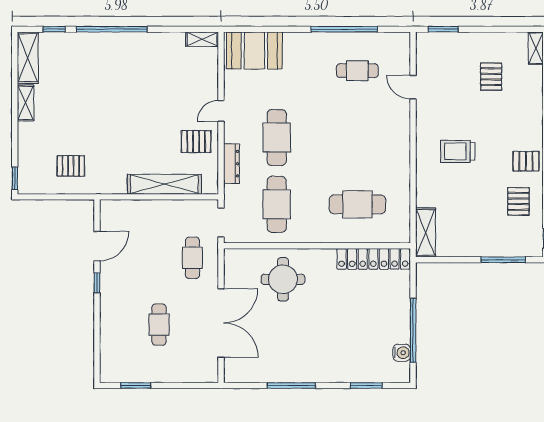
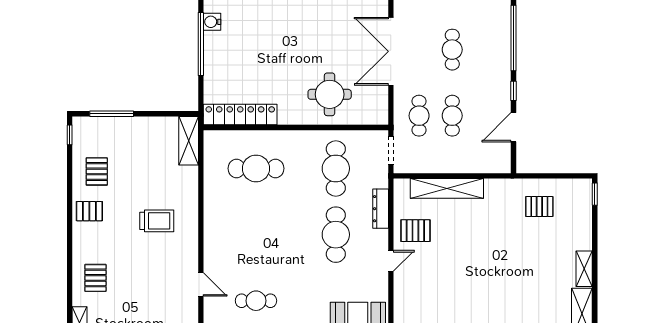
pallet: (491, 77) -> (95, 278), moved
cafe table: (159, 258) -> (452, 116), added
window: (97, 336) -> (514, 38), added

